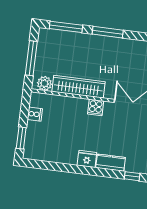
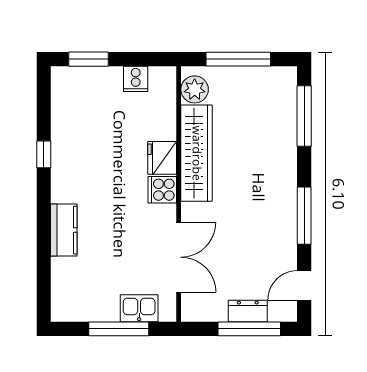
window: (108, 32) -> (304, 216), moved
fridge: (87, 159) -> (162, 158), moved, turned 180
window: (132, 176) -> (44, 154), moved

